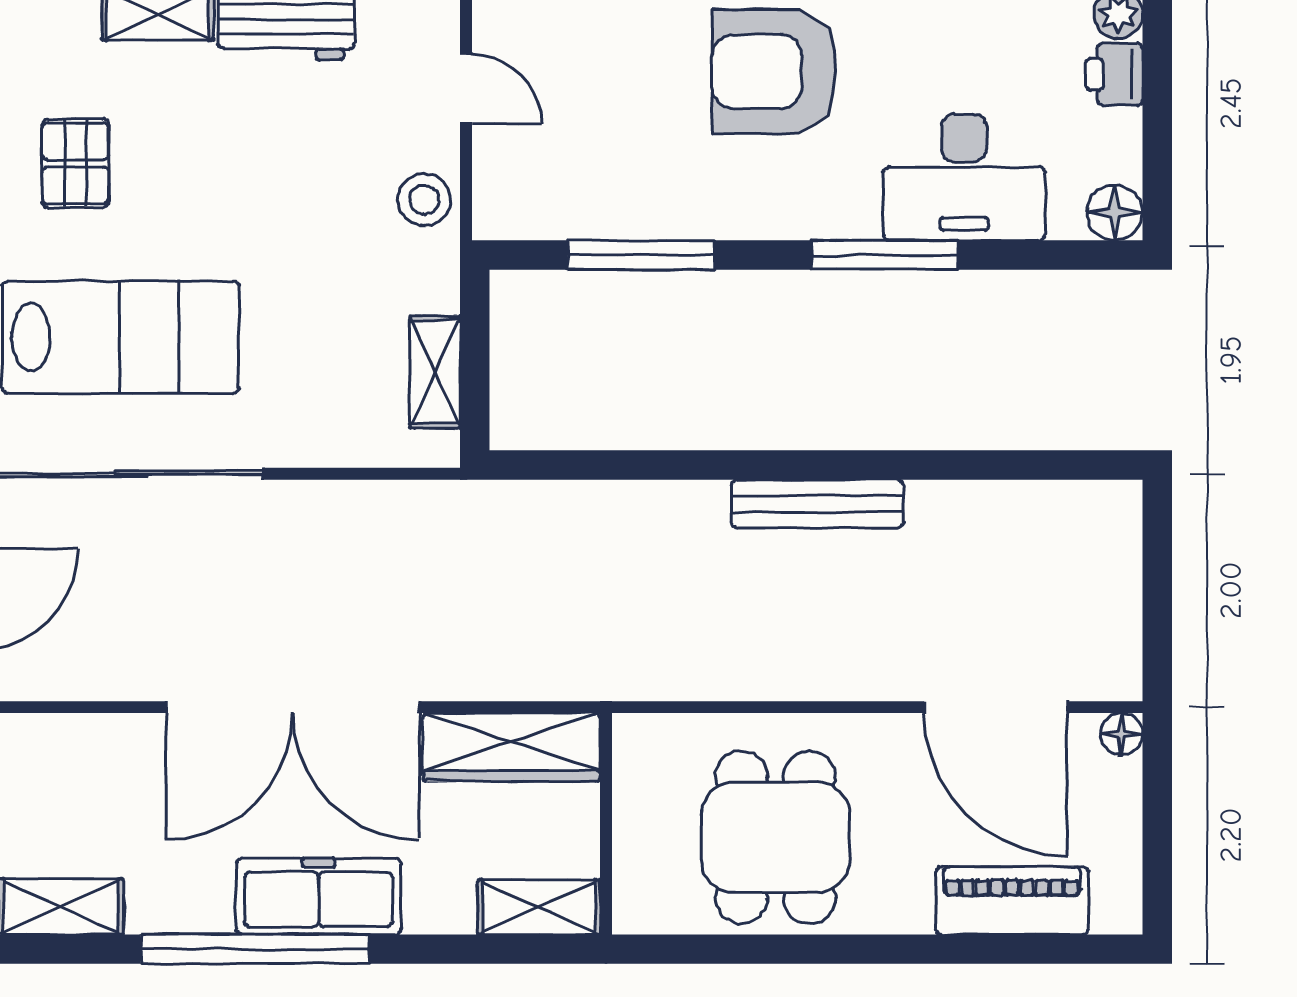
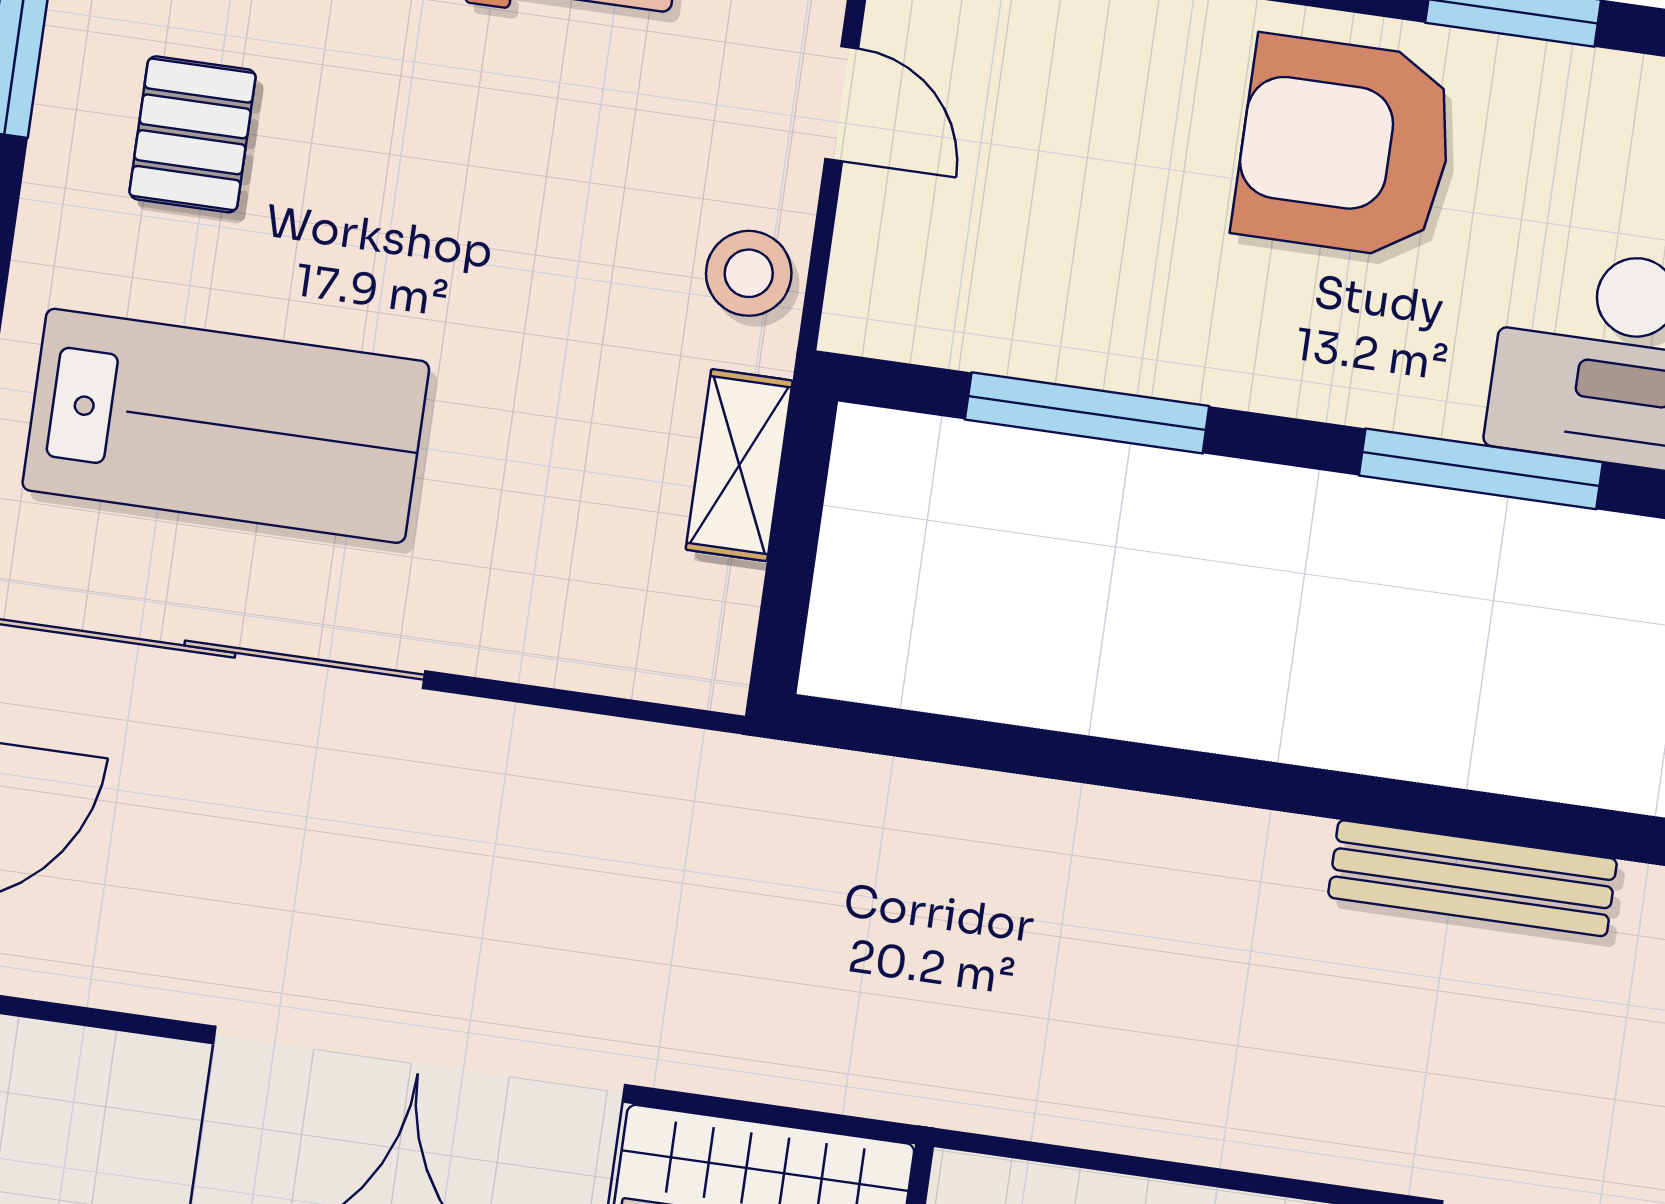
shelving: (435, 372) -> (739, 465), moved
bench: (817, 504) -> (1473, 878), moved

